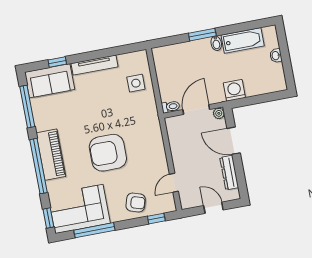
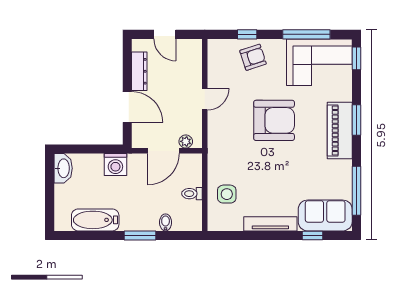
bidet: (216, 43) -> (166, 222), moved
washbasin: (276, 56) -> (63, 168), moved, width x1.91, depth x1.45
toilet: (171, 107) -> (192, 194), moved
plant: (219, 113) -> (186, 141), moved
window: (39, 166) -> (356, 120), width x0.47
door: (174, 183) -> (205, 99), moved
armchair: (136, 203) -> (253, 57), turned 145
window: (156, 219) -> (247, 34), moved

